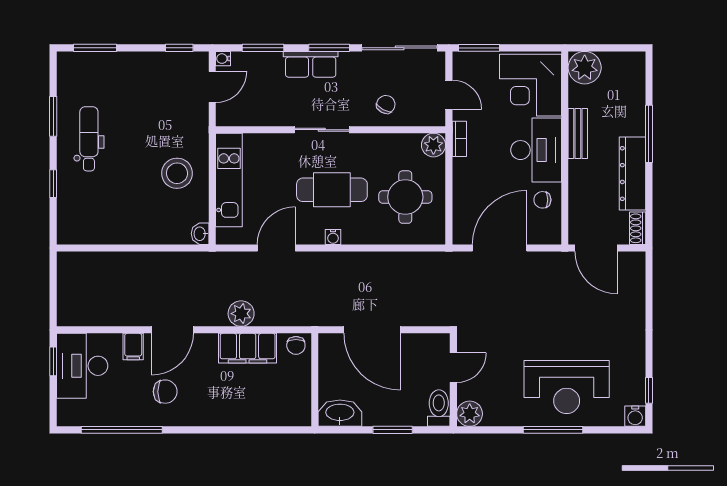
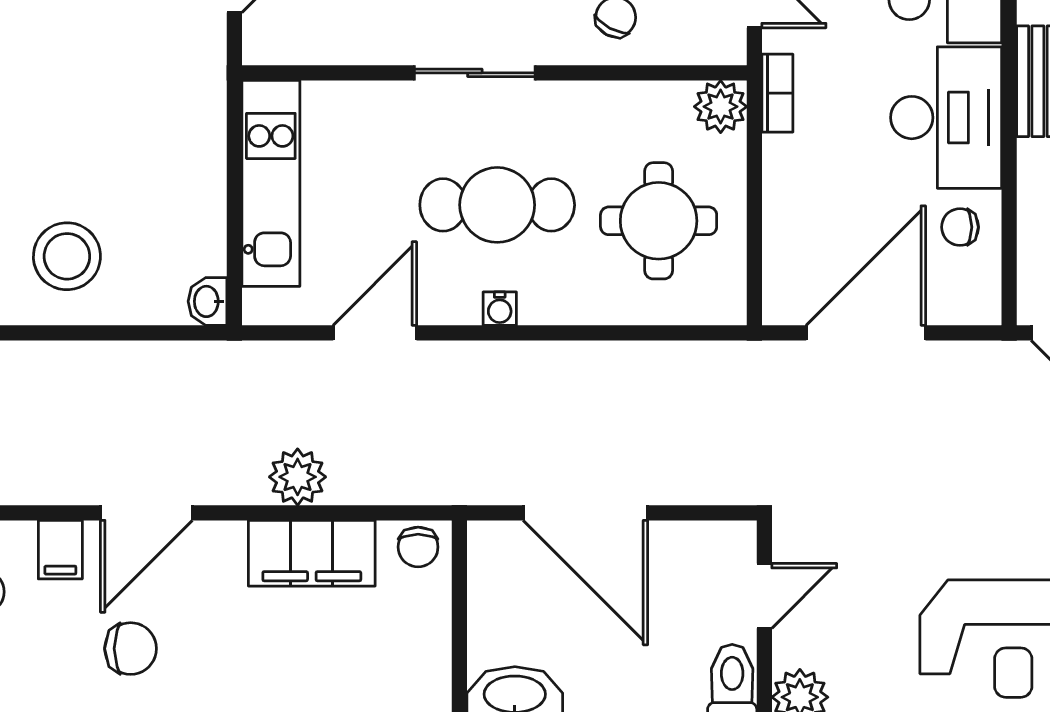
stool: (177, 173) -> (67, 256), moved

